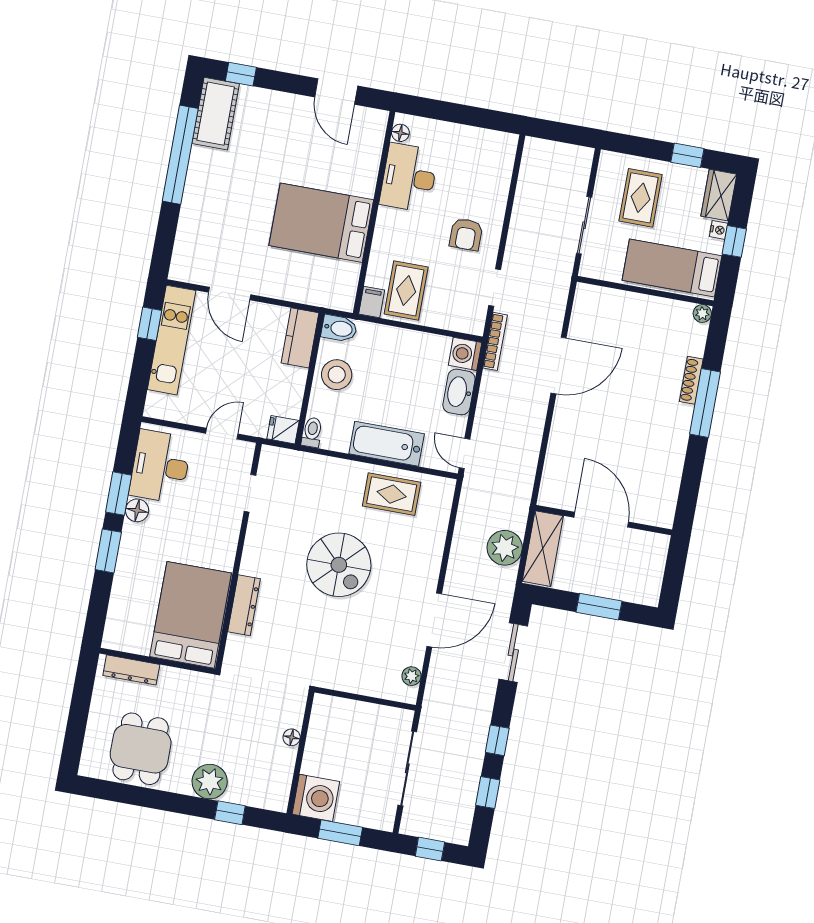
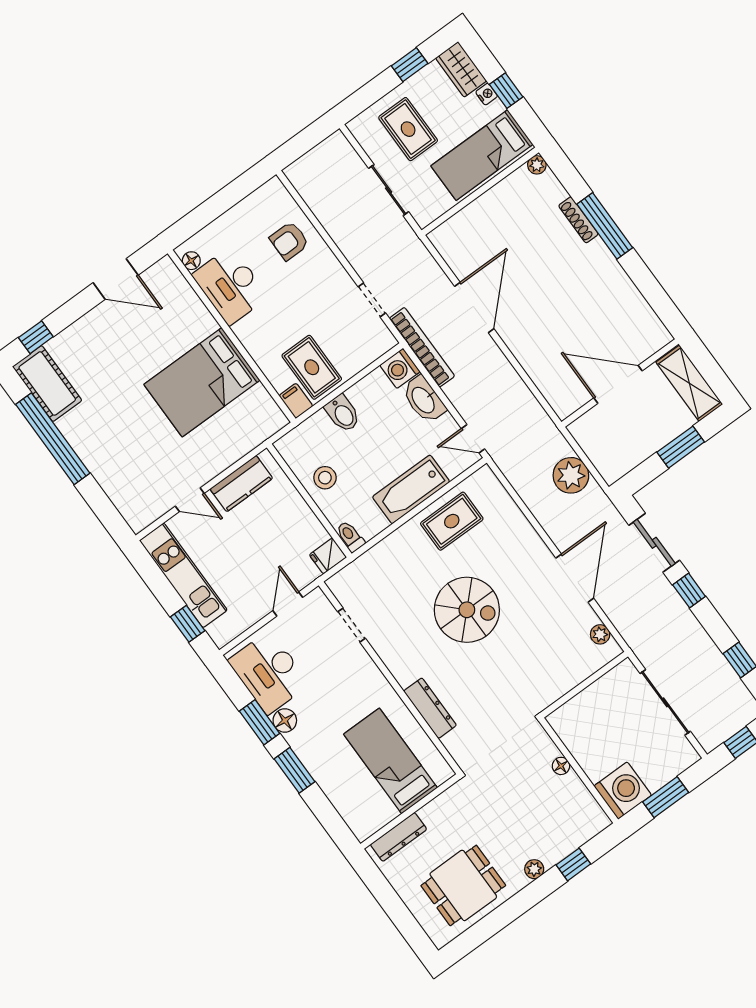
armchair: (466, 234) -> (289, 241), moved, turned 90
door: (230, 294) -> (190, 500), width x0.73
window: (149, 324) -> (188, 624), moved
bidet: (339, 328) -> (343, 413), moved, turned 90
kitchen counter: (300, 338) -> (241, 484), moved, turned -90
bookcase: (495, 341) -> (422, 347), width x1.48, depth x1.31
stool: (337, 375) -> (325, 478), width x0.73, depth x0.73
shelving: (543, 549) -> (689, 383), moved
bed: (191, 615) -> (391, 761), width x0.67
window: (497, 740) -> (689, 591), moved
dining table: (141, 749) -> (463, 885), turned 90
plant: (210, 782) -> (534, 869), width x0.53, depth x0.53

